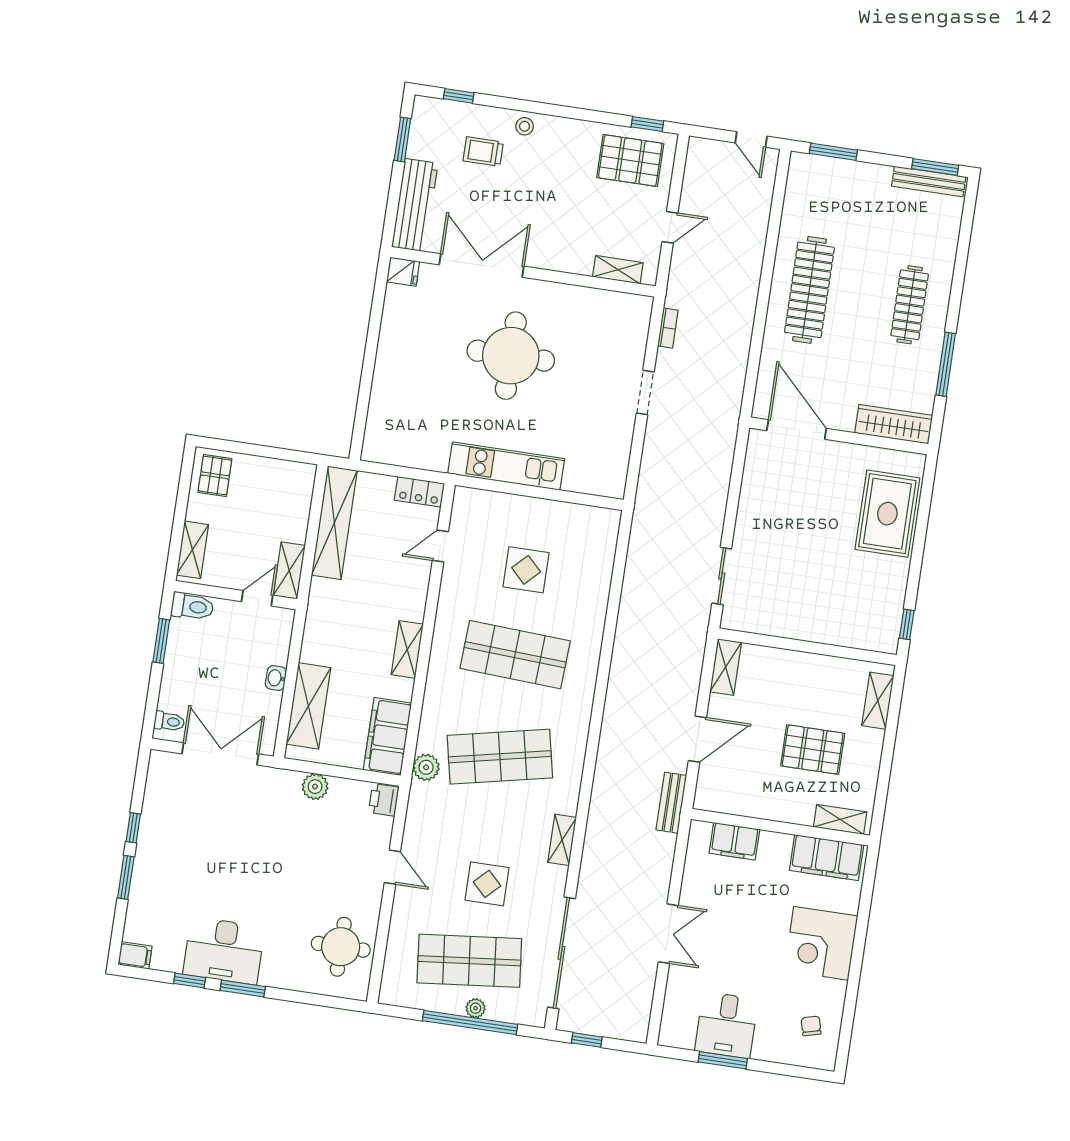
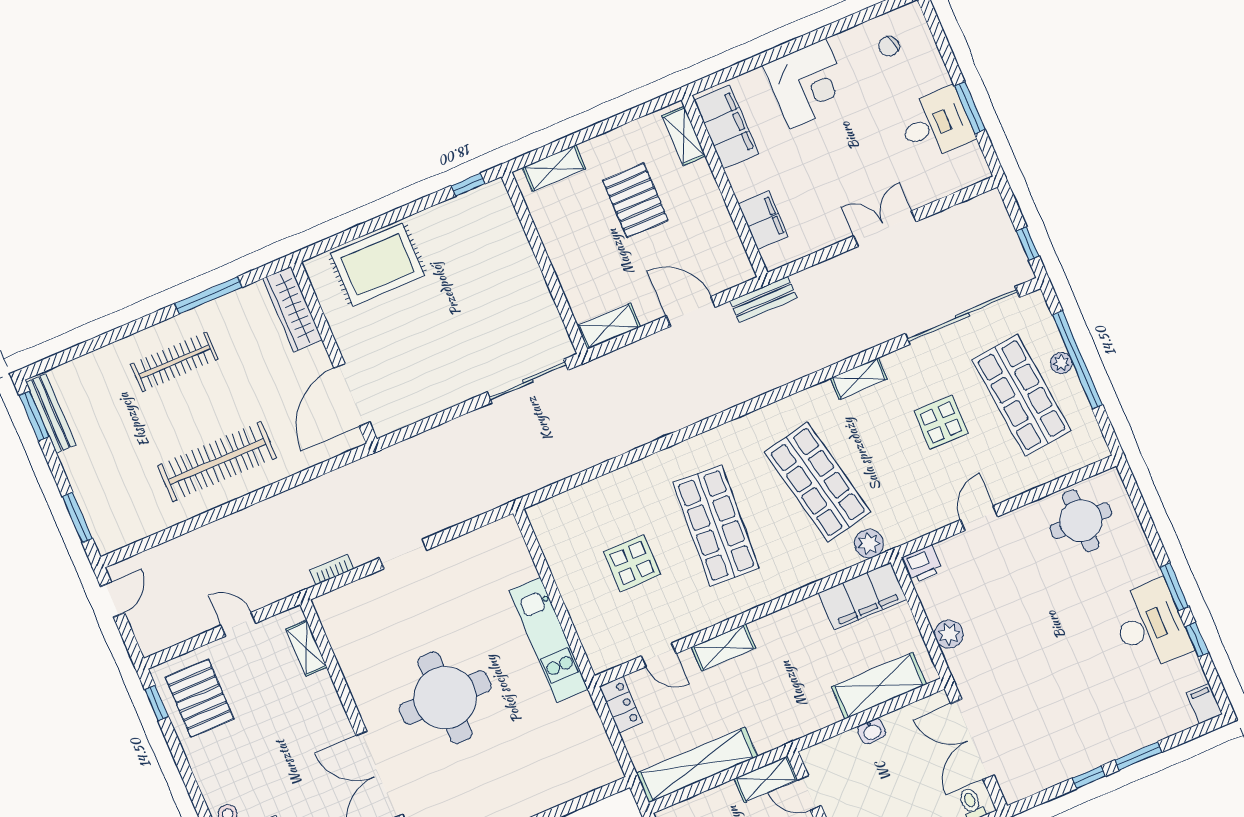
sliding door: (722, 576) -> (528, 381), width x1.37
shelving: (407, 649) -> (724, 648), moved

